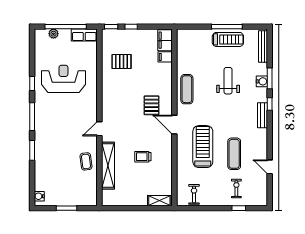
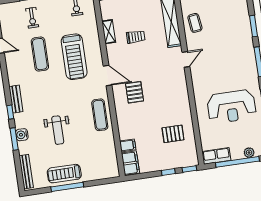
shelving: (167, 165) -> (109, 32), added

